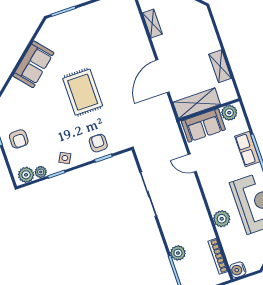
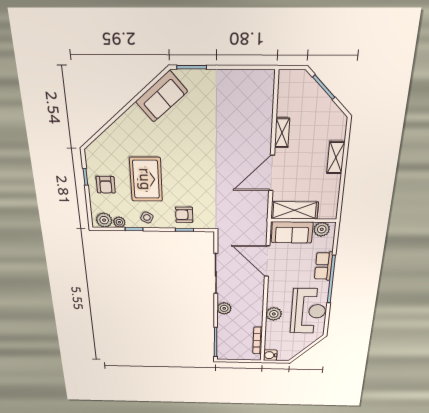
shelving: (152, 23) -> (282, 133), moved
sofa: (33, 64) -> (162, 96), moved
shelving: (220, 66) -> (336, 158), moved
rug: (83, 92) -> (146, 179), moved
armchair: (98, 143) -> (184, 215), turned -90
door: (192, 163) -> (267, 261), width x1.88
plant: (178, 253) -> (224, 308), moved

